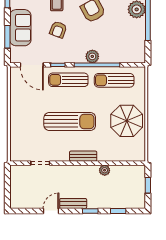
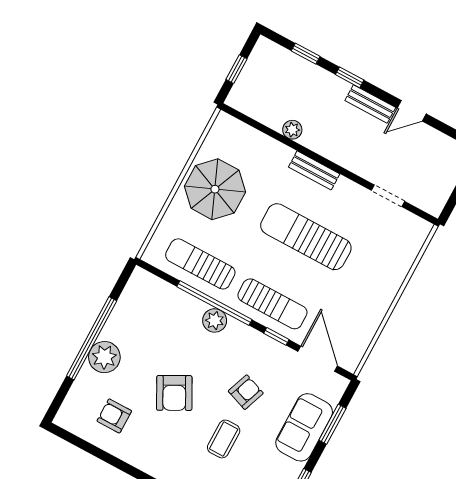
sun lounger: (114, 80) -> (200, 264), turned 180

